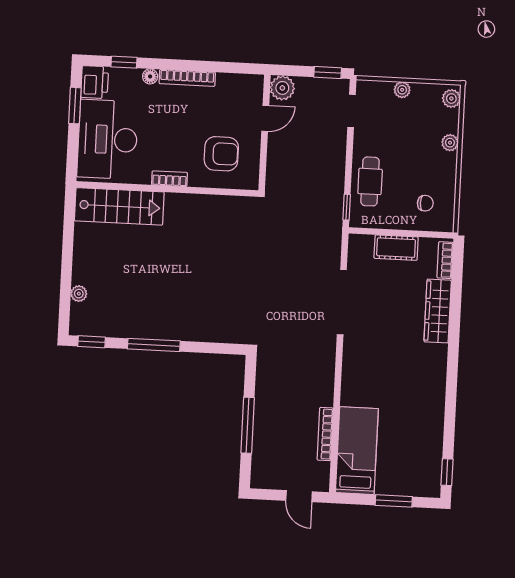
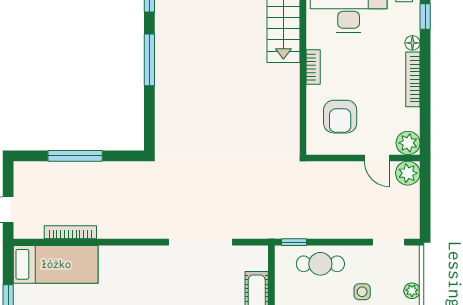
window: (328, 73) -> (425, 217), removed
plant: (252, 86) -> (408, 143), added
side table: (401, 140) -> (362, 292), added

